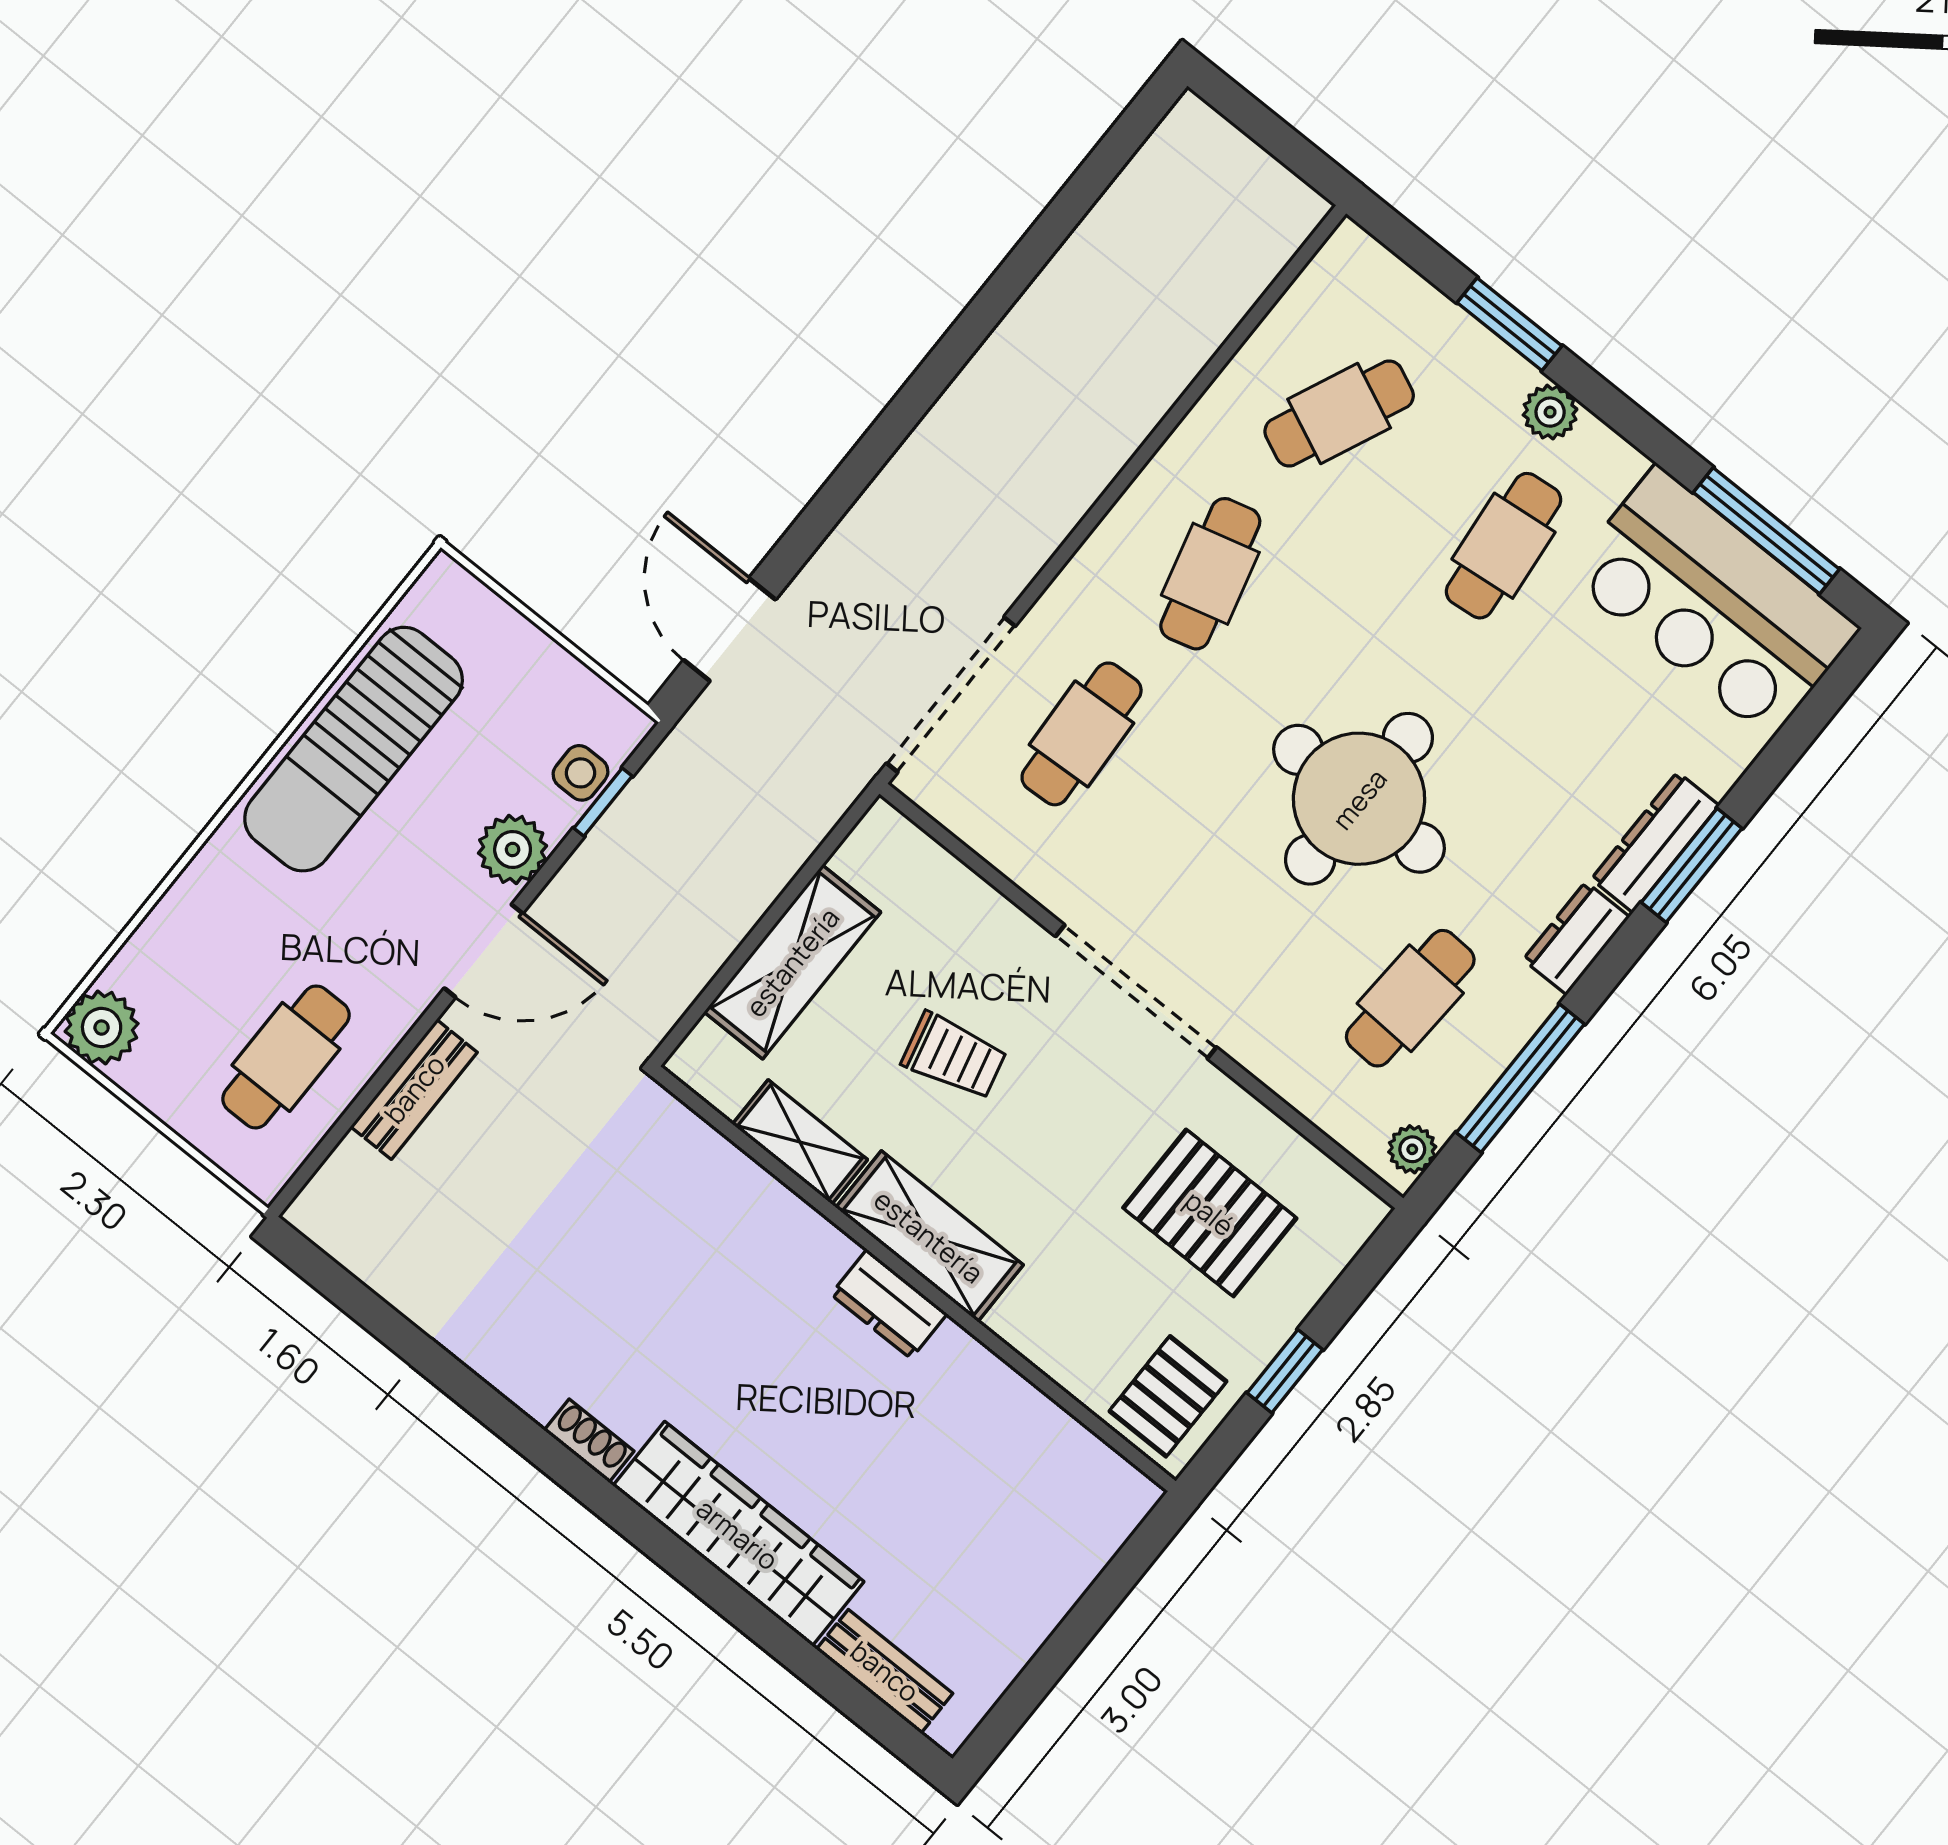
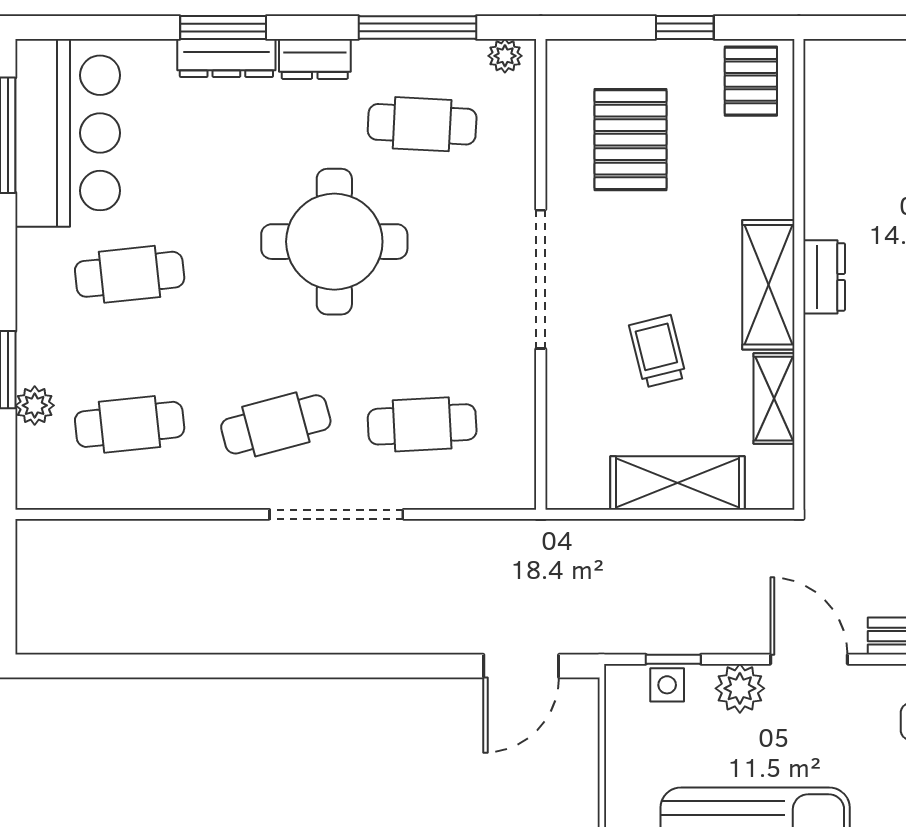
plant: (1550, 412) -> (35, 405), moved
cafe table: (1339, 413) -> (130, 424), turned -30
doorway: (951, 695) -> (336, 514), moved
pallet: (1168, 1396) -> (751, 81), turned 90

